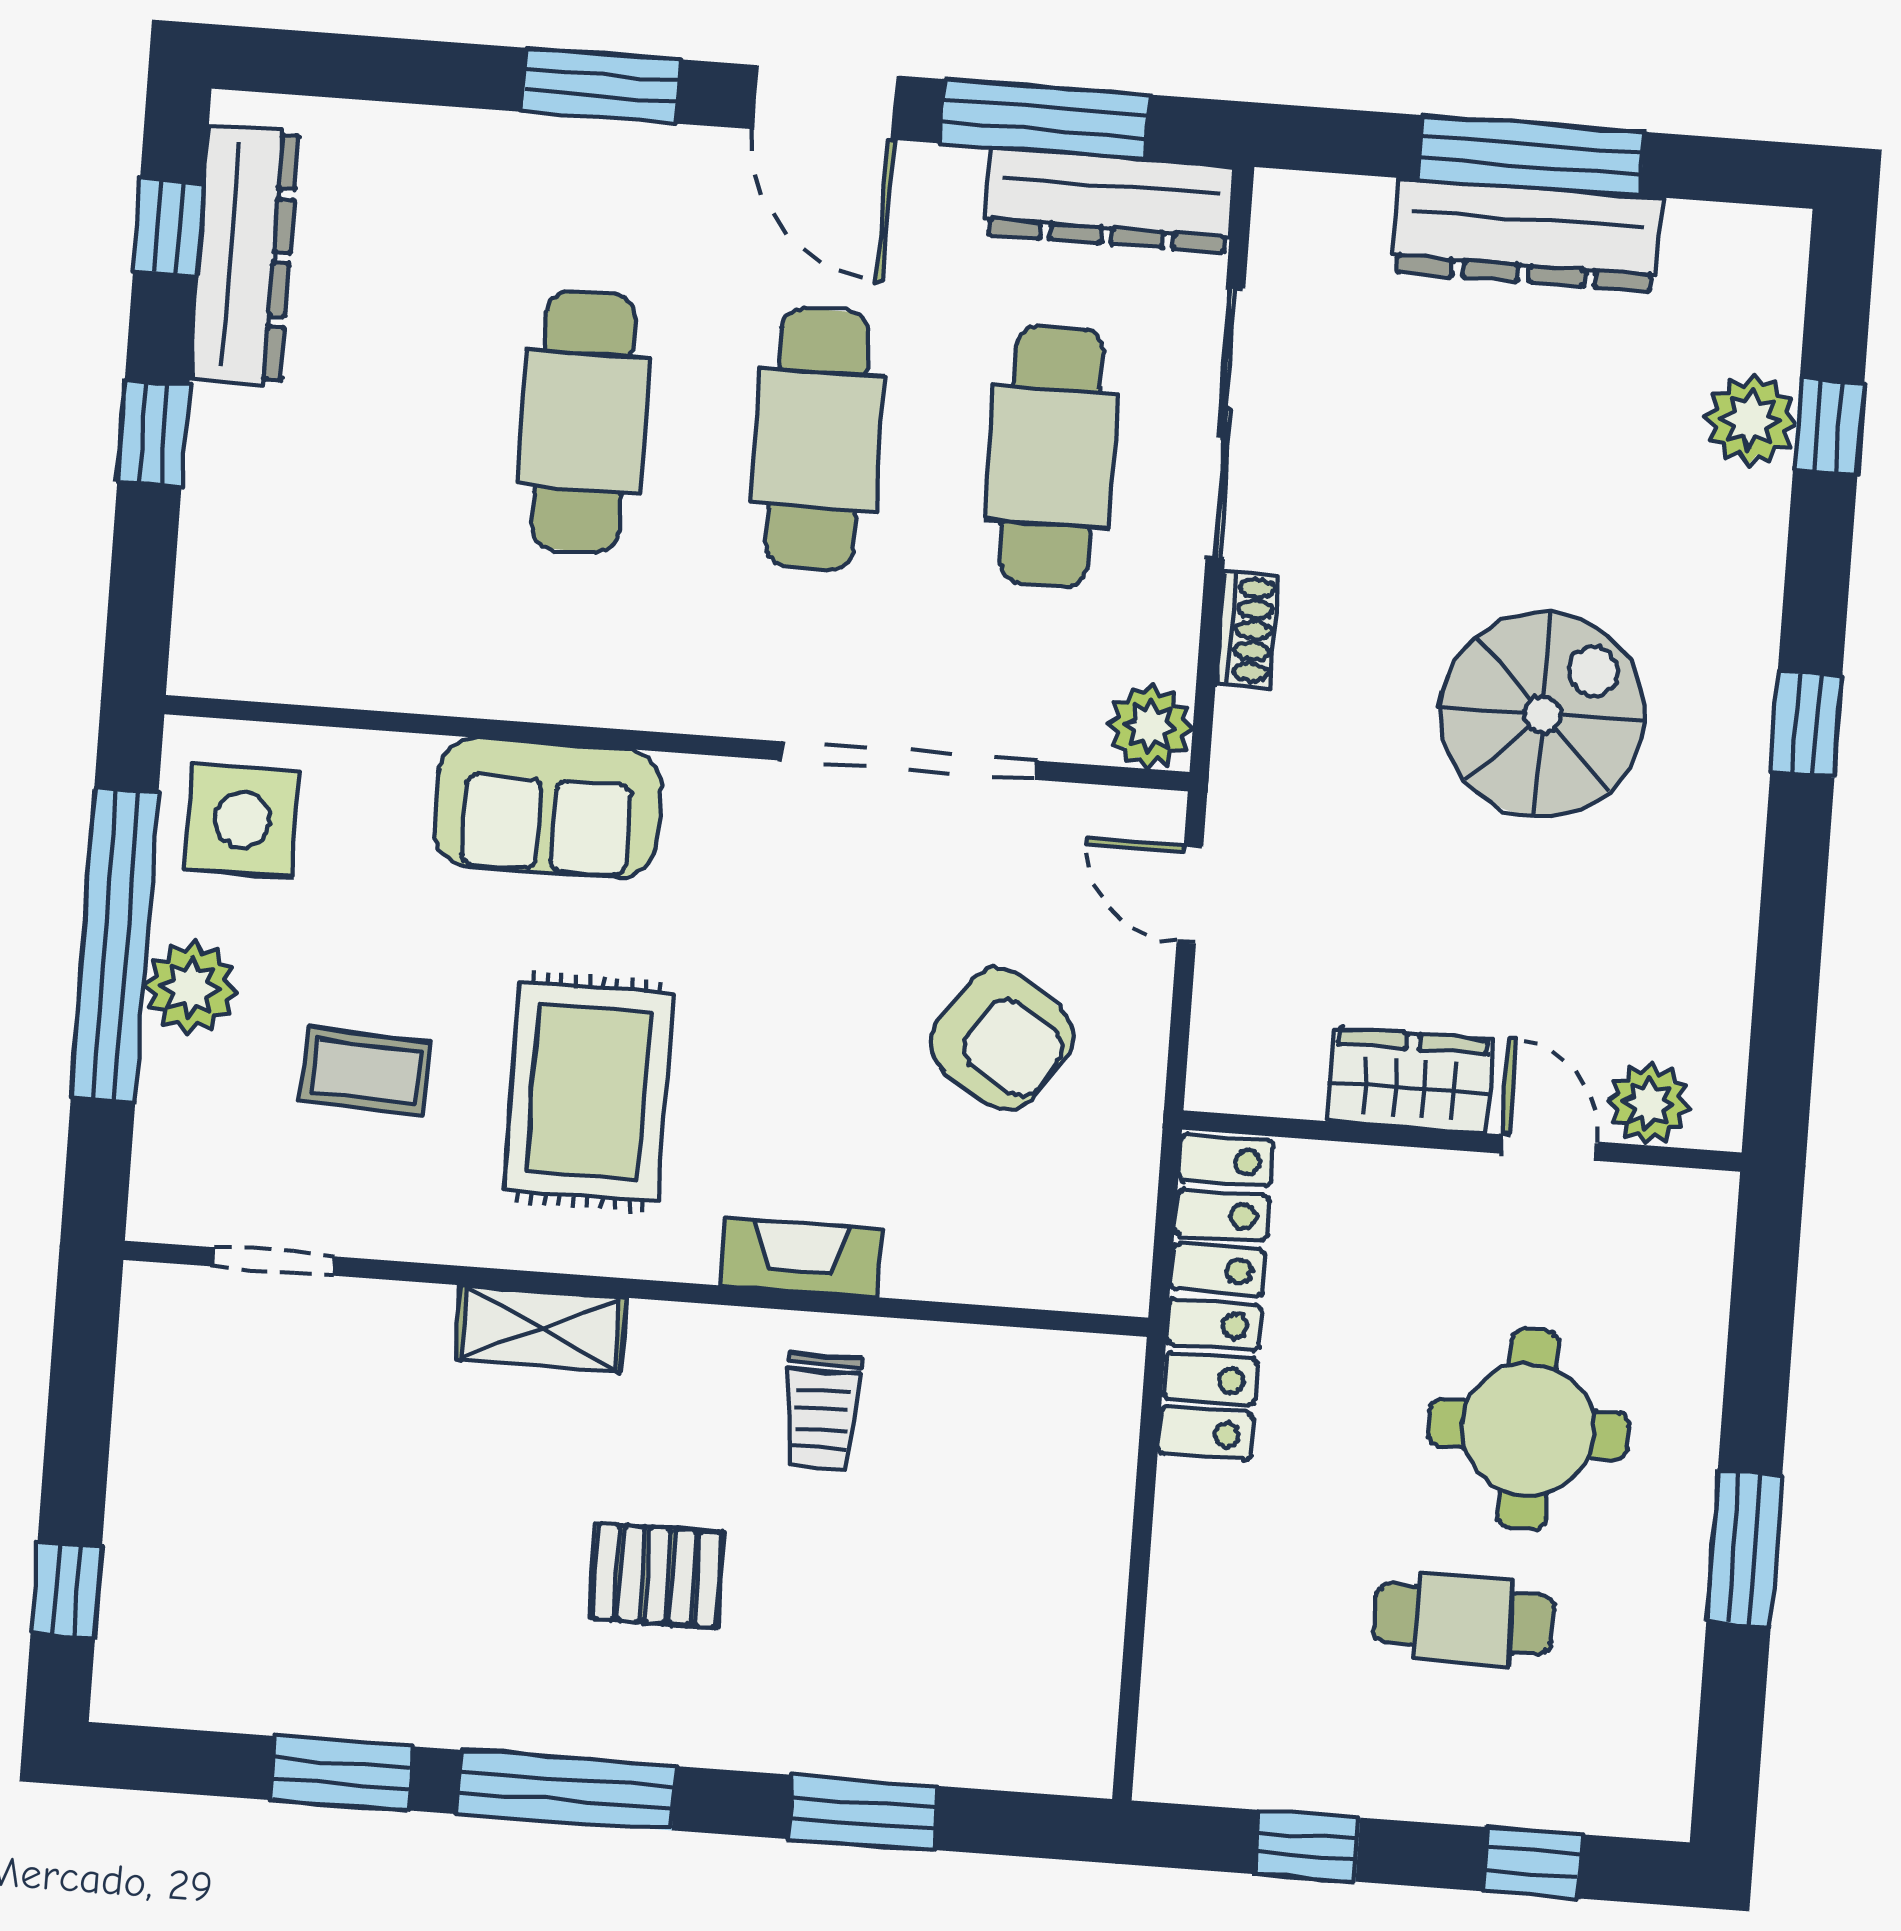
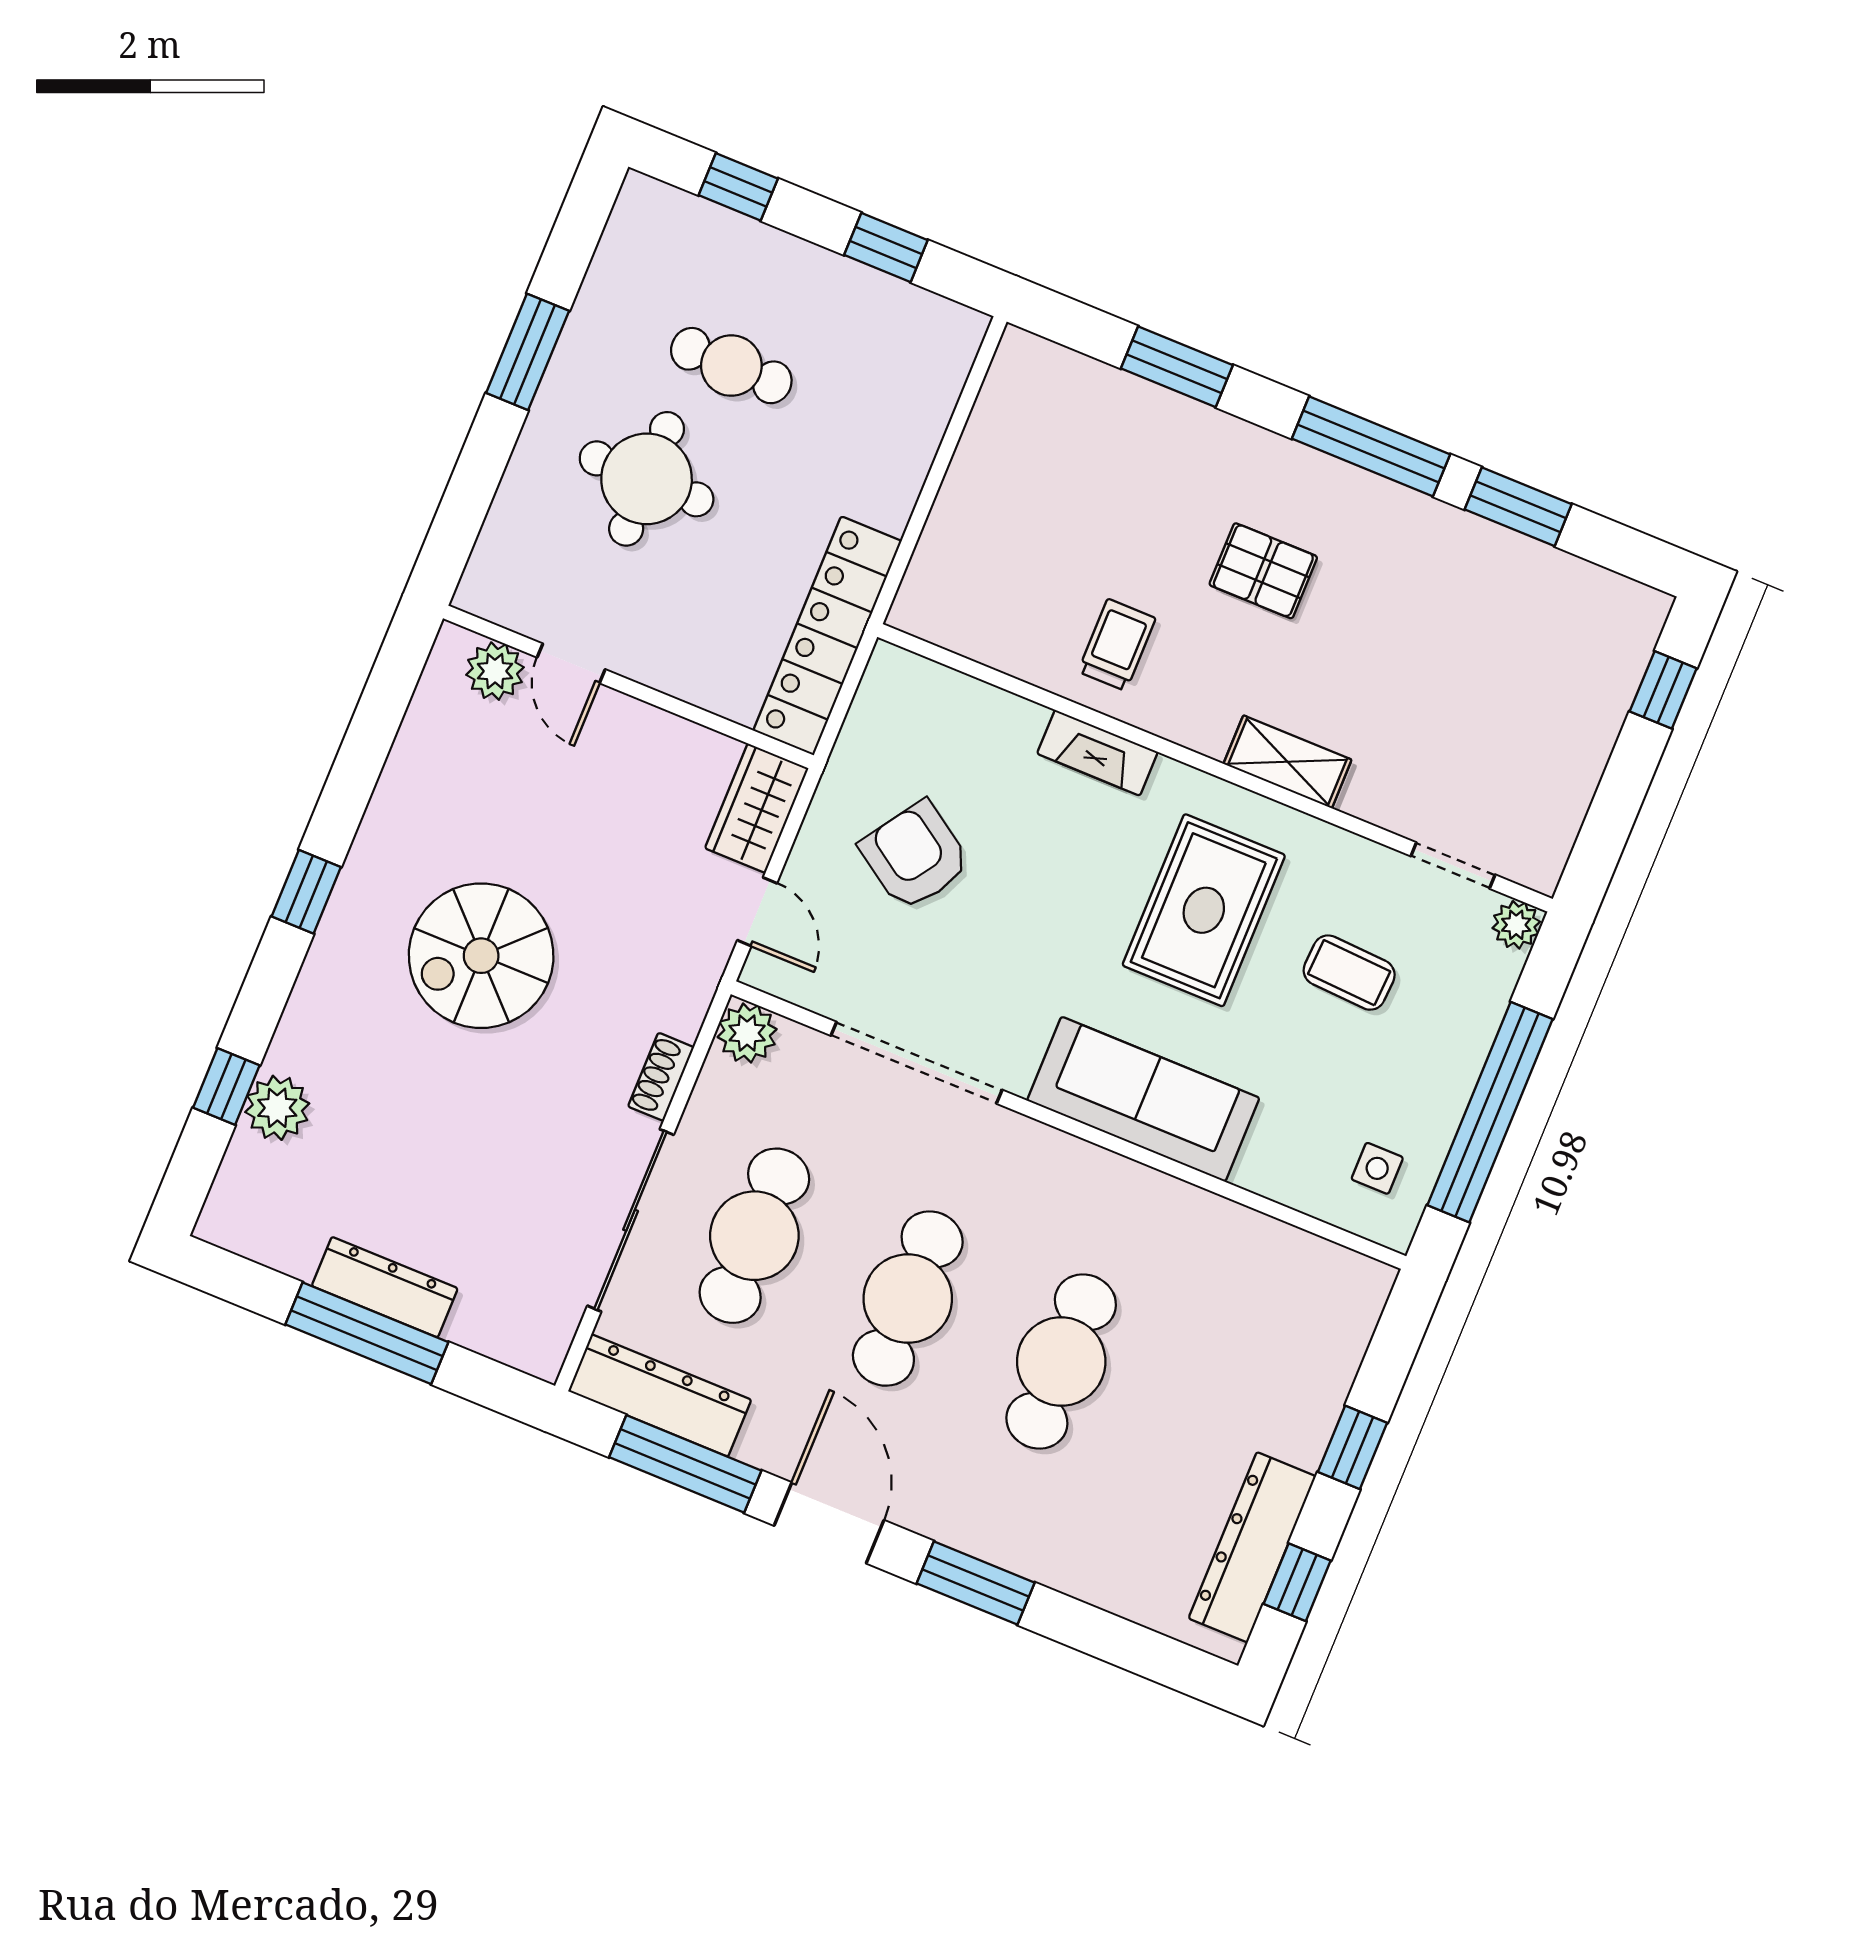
dresser: (1527, 235) -> (385, 1287), width x0.73, depth x0.80
sofa: (547, 808) -> (1143, 1099), width x1.36
side table: (242, 820) -> (1377, 1168), width x0.54, depth x0.54
plant: (191, 988) -> (1516, 925), moved, width x0.73, depth x0.73
wardrobe: (1410, 1081) -> (757, 808), moved, turned 90

